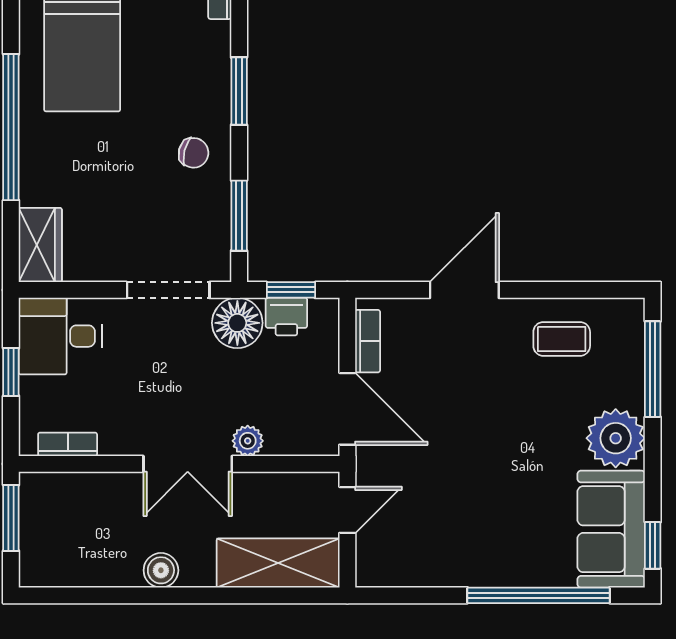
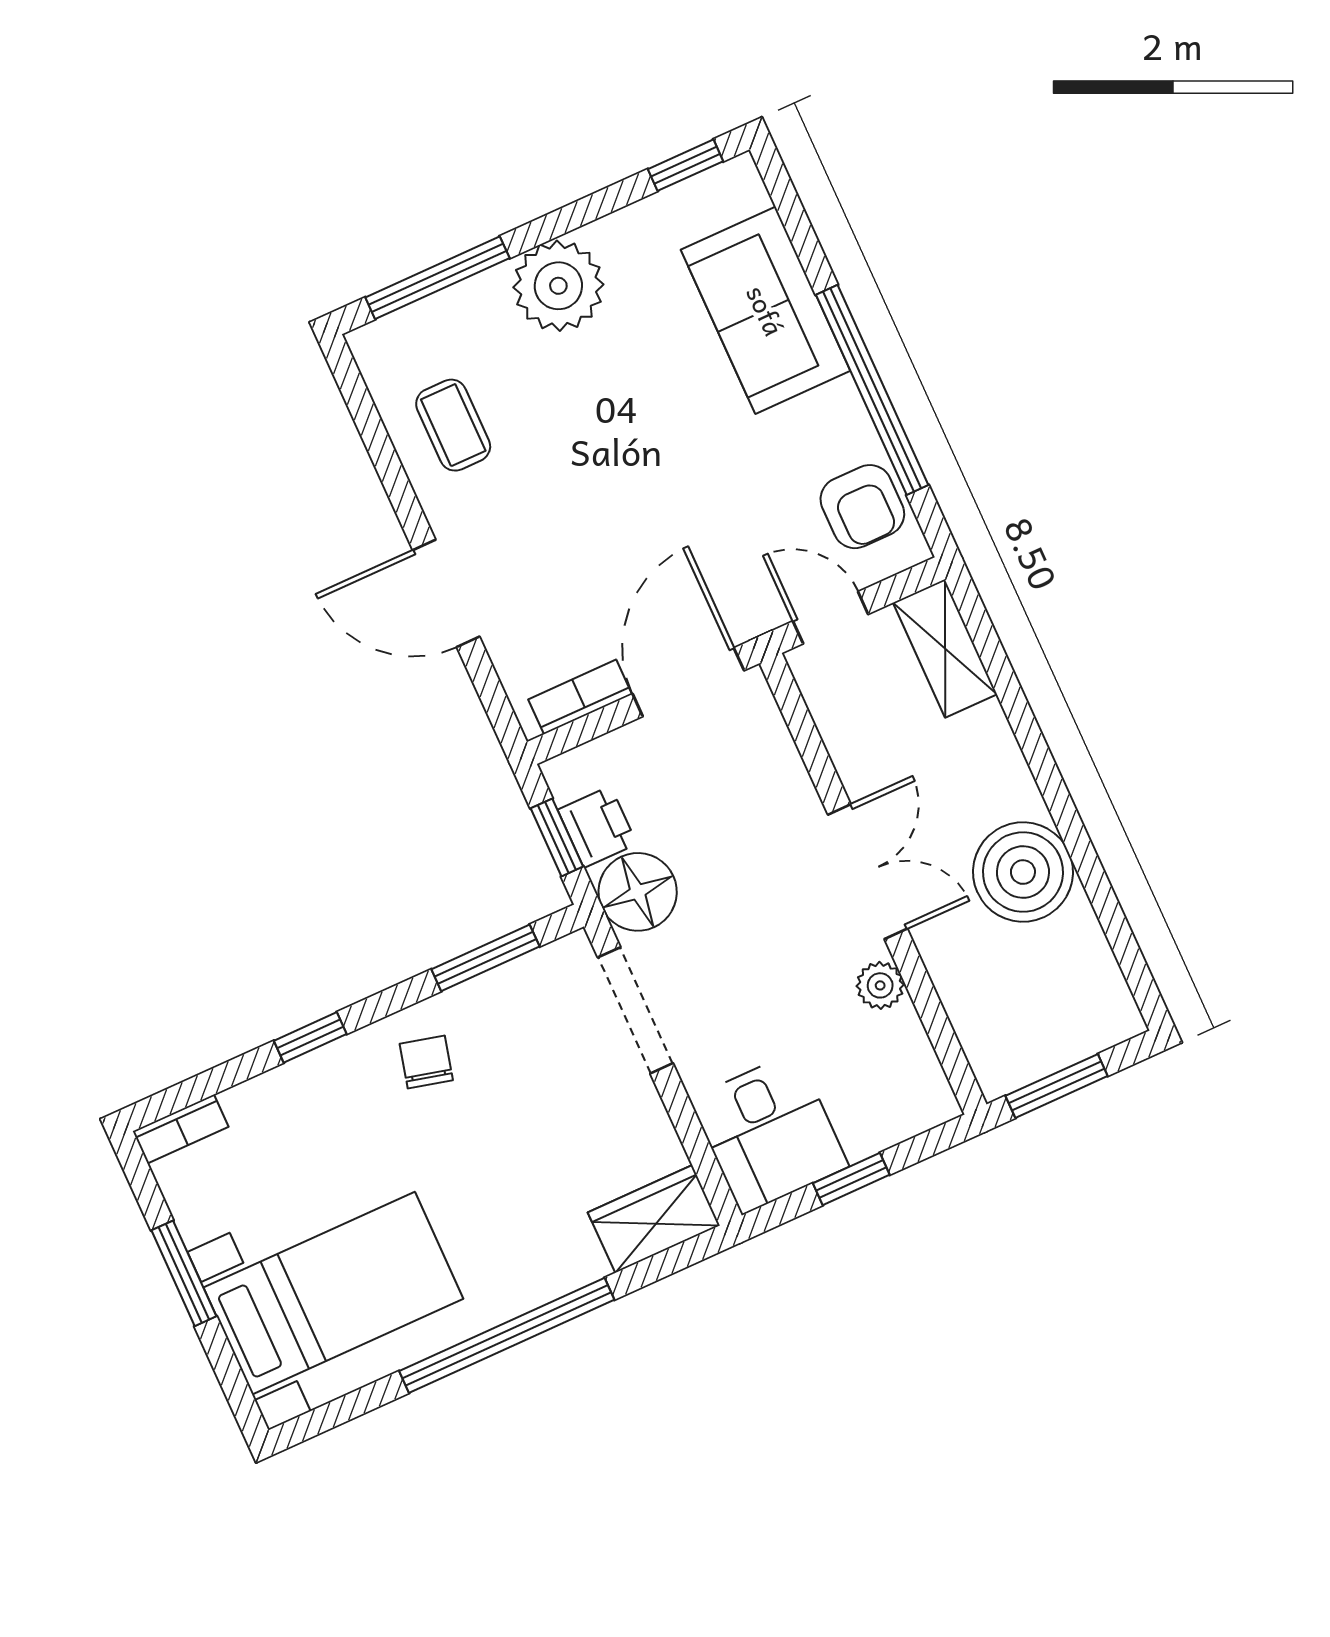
window: (239, 91) -> (310, 1037), width x0.67
plant: (248, 441) -> (880, 985), moved
bookcase: (68, 444) -> (917, 1053), removed
sofa: (611, 529) -> (766, 310), moved, turned 90
armchair: (404, 558) -> (862, 507), added
shelving: (278, 563) -> (945, 648), width x0.67, depth x0.75
boiler: (161, 570) -> (1023, 872), width x1.86, depth x1.86
window: (539, 595) -> (872, 390), moved

